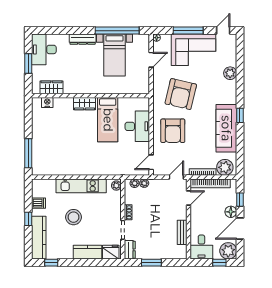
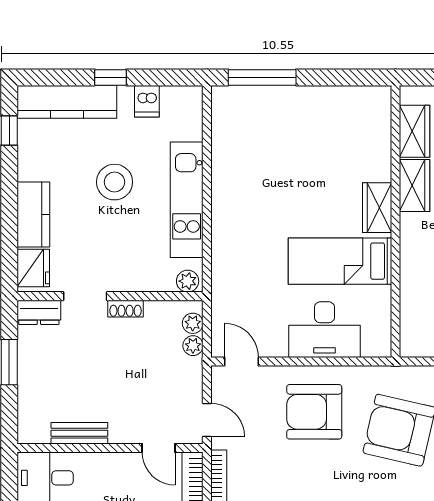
wardrobe: (75, 87) -> (415, 185), added
nightstand: (47, 102) -> (380, 121), removed

